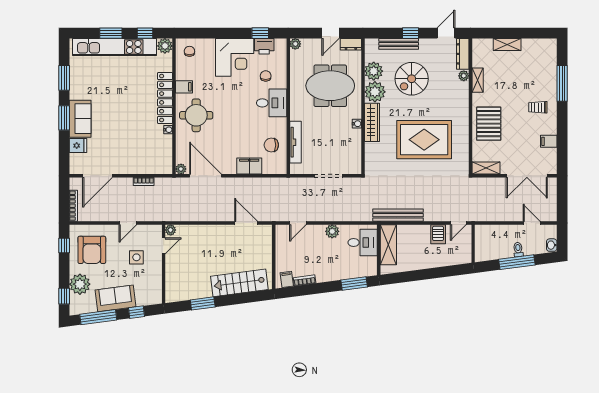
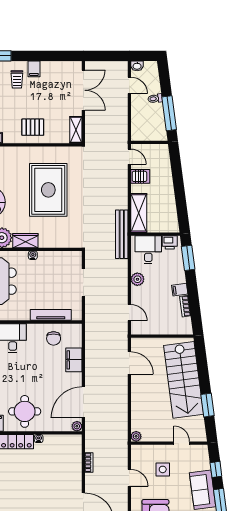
wardrobe: (372, 122) -> (25, 241), width x0.67
pallet: (489, 124) -> (33, 127), width x0.67, depth x0.71
filing cabinet: (549, 141) -> (34, 69), moved
bench: (398, 215) -> (122, 234), moved
door: (246, 223) -> (129, 363), swing flipped
door: (532, 223) -> (129, 85), swing flipped
shelving: (388, 245) -> (139, 213), moved, turned 90
washbasin: (552, 245) -> (137, 66), moved
door: (164, 246) -> (182, 443), moved
window: (517, 262) -> (169, 113), moved
printer: (370, 265) -> (170, 242), added
filing cabinet: (287, 279) -> (180, 290), moved
stairs: (239, 283) -> (184, 380), width x1.36, depth x1.51

